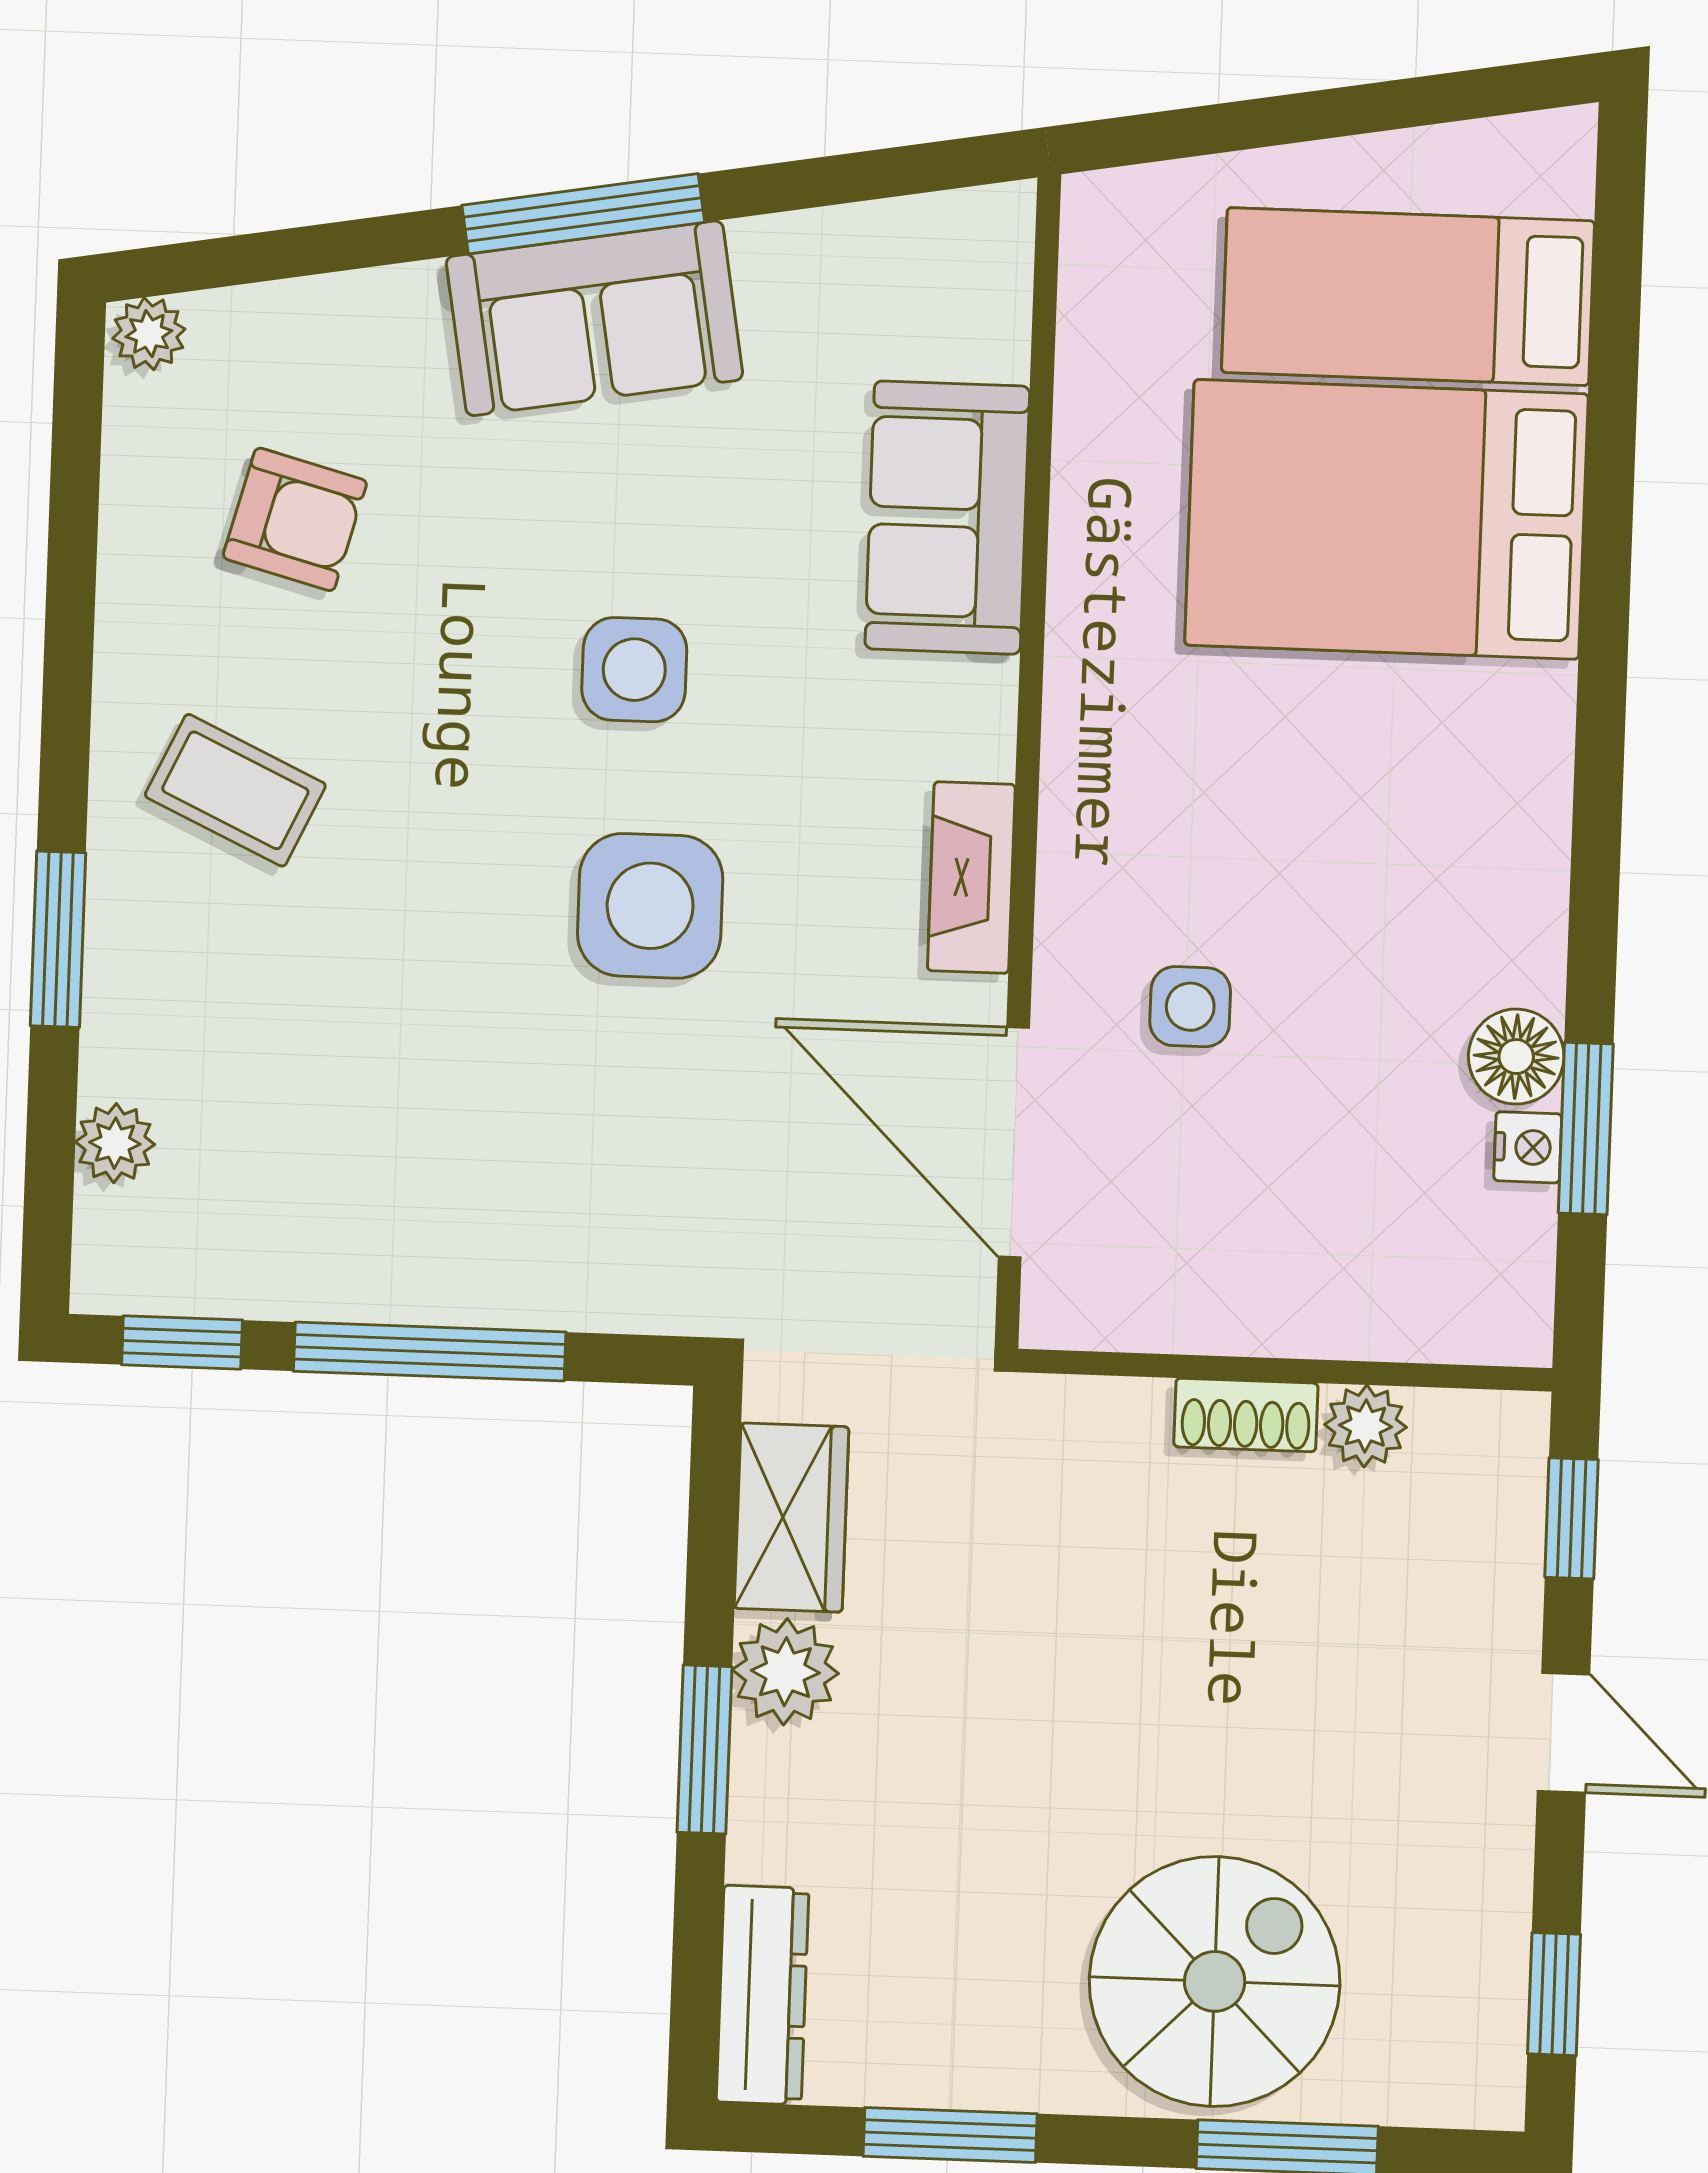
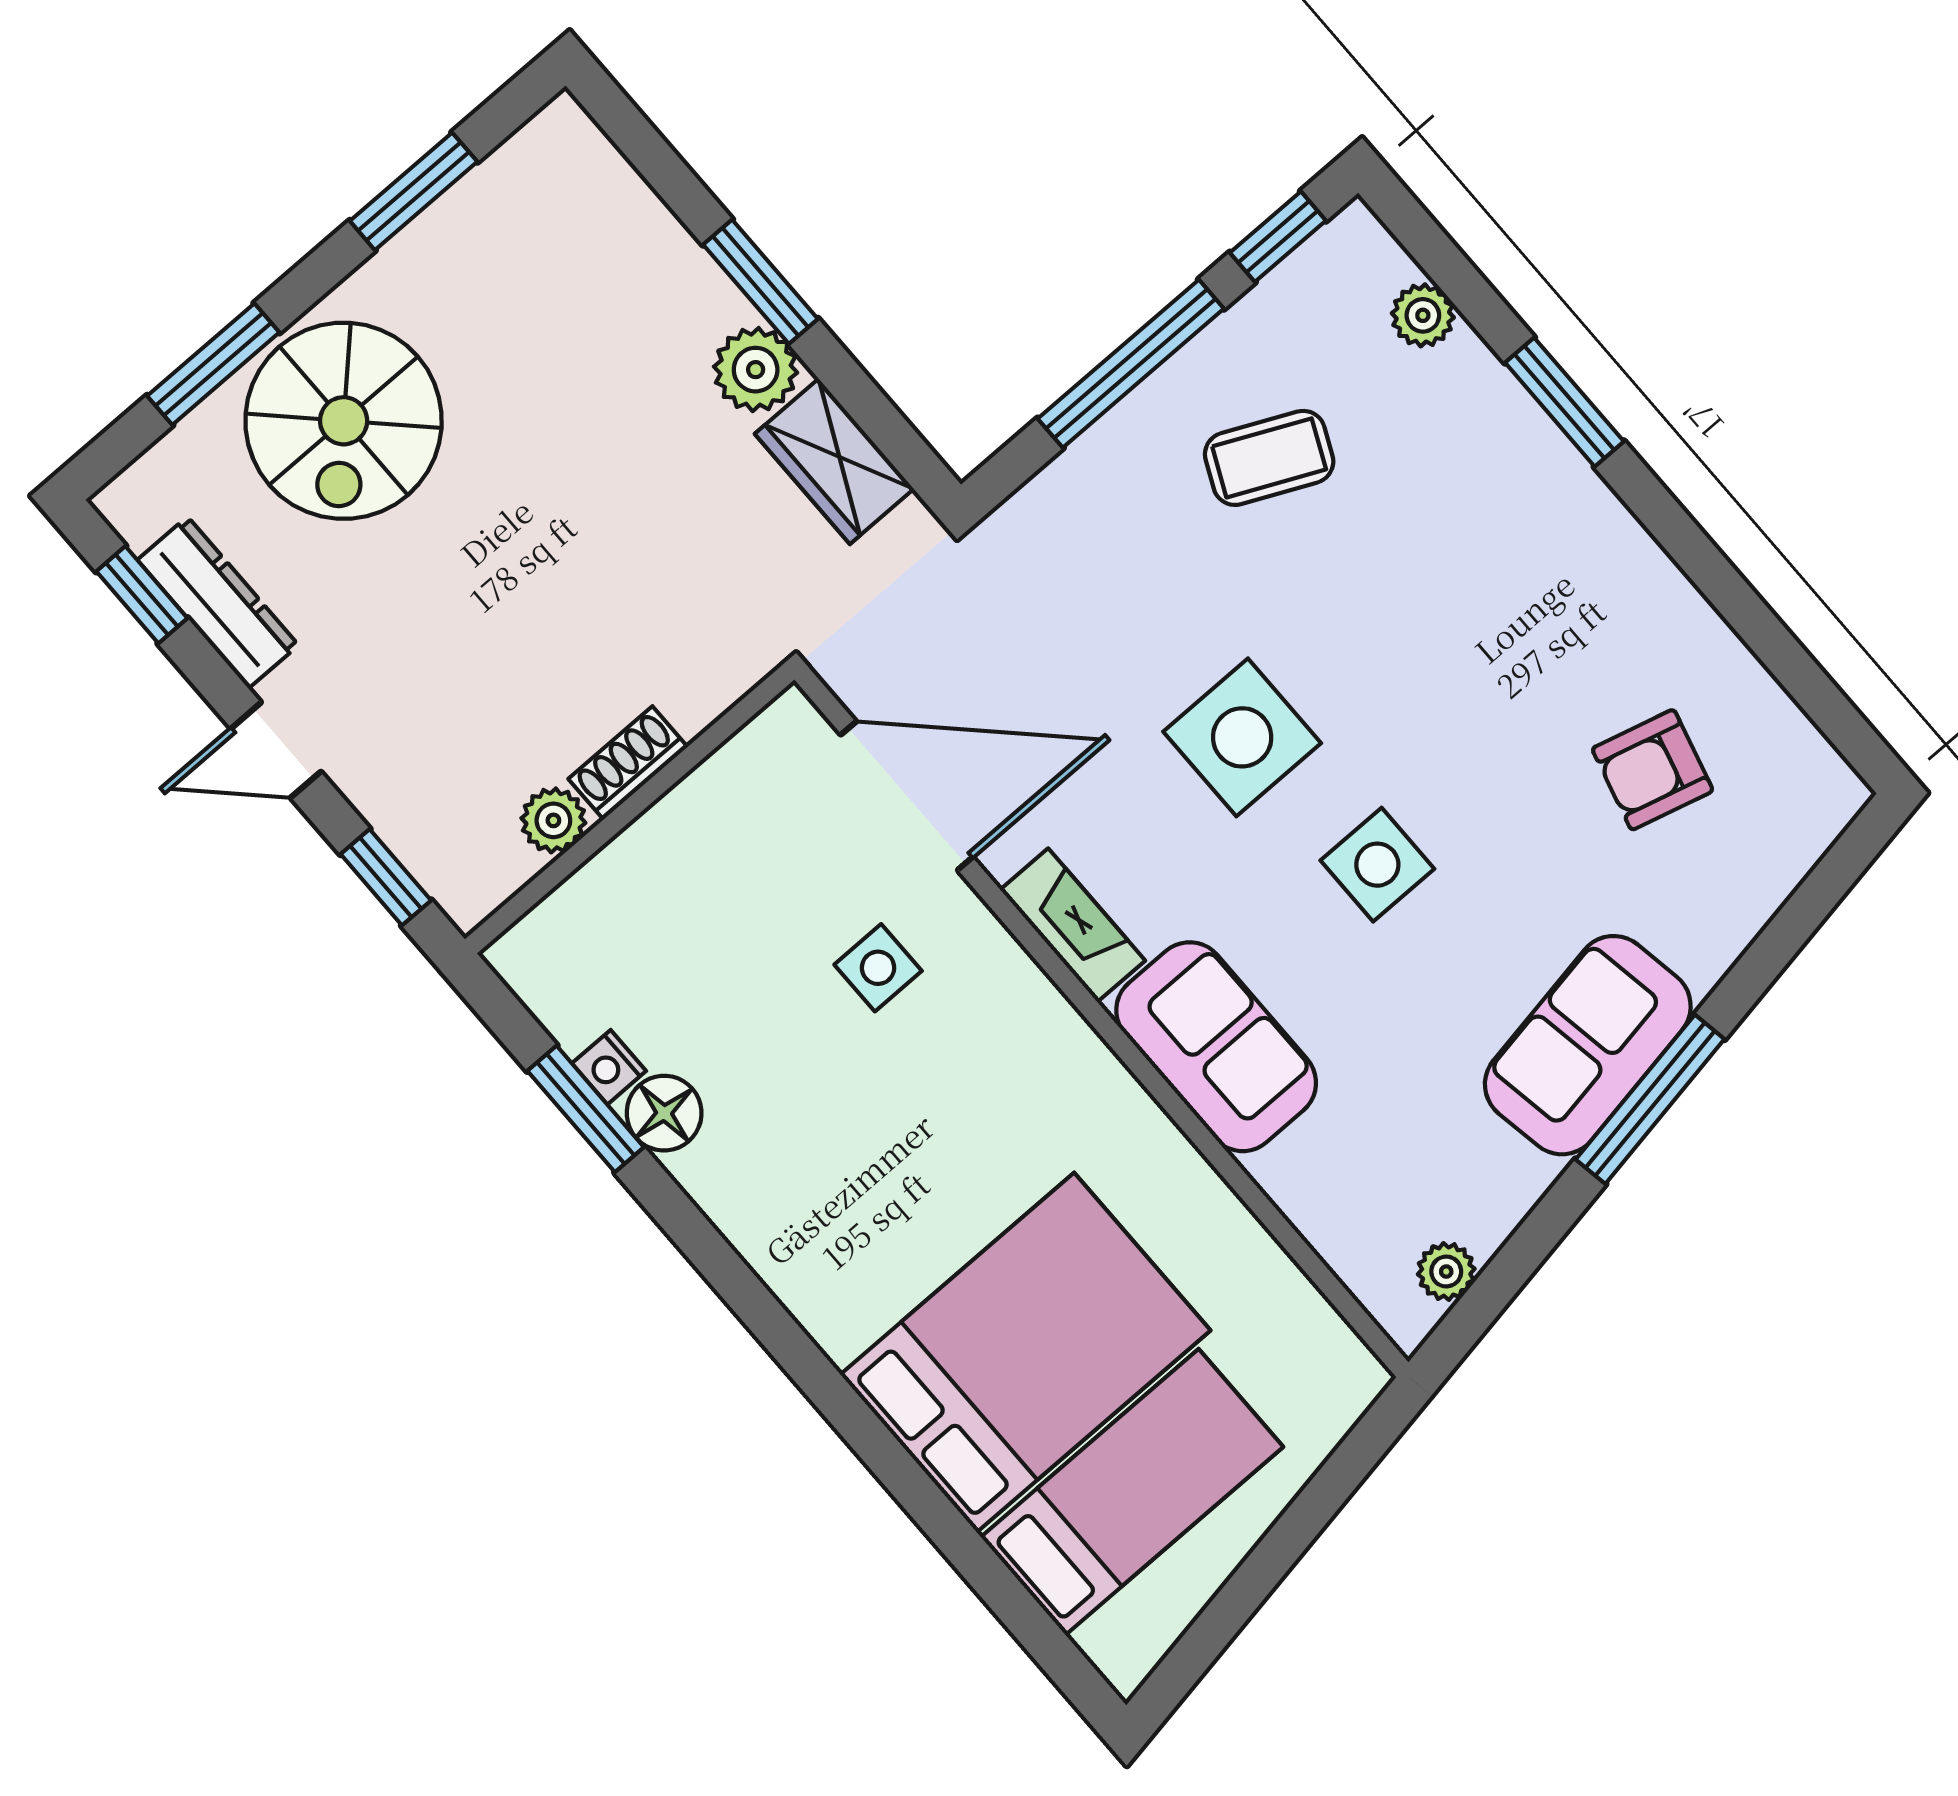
plant: (149, 334) -> (1446, 1272), moved
sofa: (947, 518) -> (1216, 1047), moved
coffee table: (235, 790) -> (1269, 458), moved
dresser: (763, 1995) -> (218, 602), moved, turned 180

